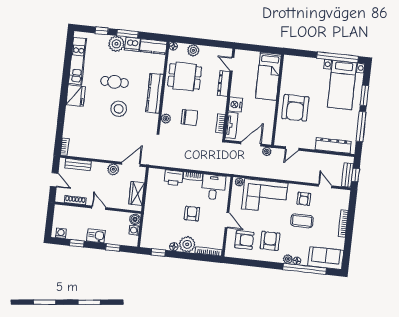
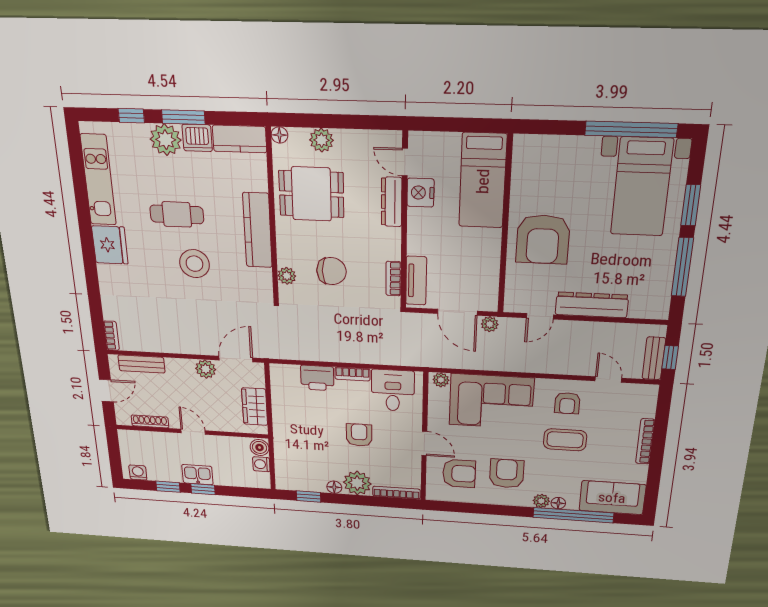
nightstand: (235, 105) -> (420, 193), moved
door: (251, 144) -> (457, 312), swing flipped
dresser: (333, 146) -> (592, 305), moved
door: (54, 180) -> (106, 391), hinge flipped
window: (113, 247) -> (203, 489), moved

